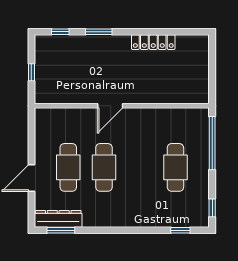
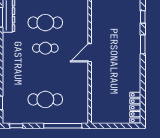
locker: (153, 42) -> (135, 108), moved
door: (110, 106) -> (90, 53), hinge flipped
cafe table: (104, 167) -> (45, 48), width x0.73, depth x0.74

